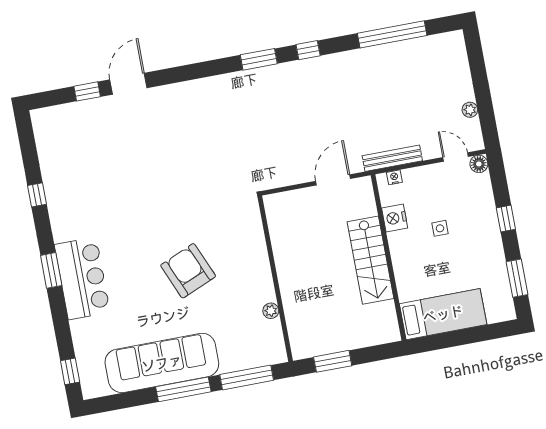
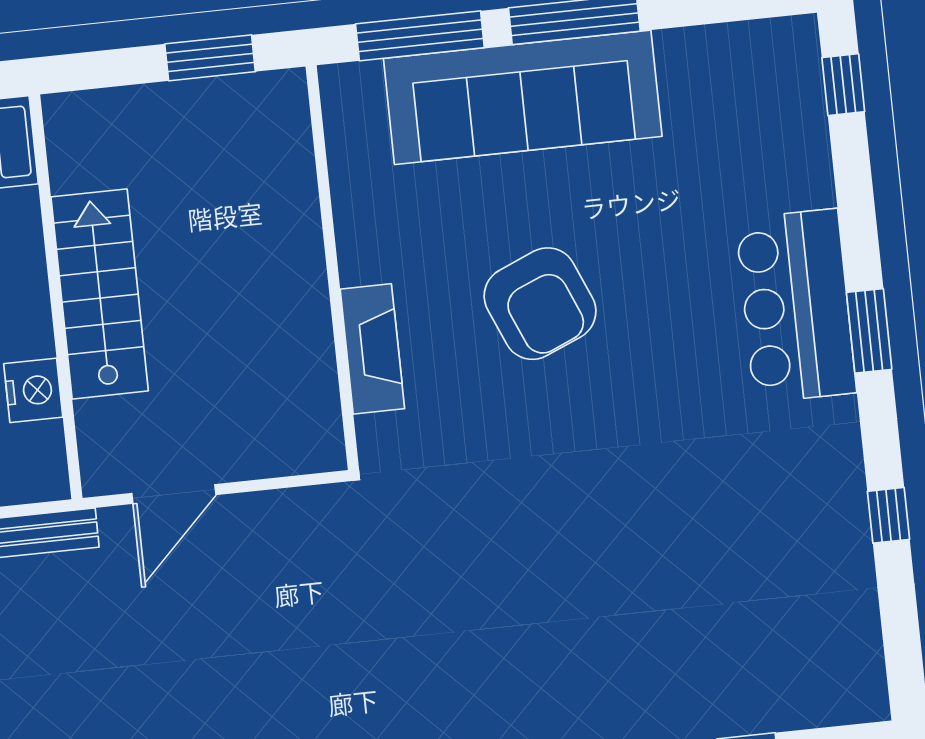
nightstand: (394, 177) -> (26, 488), removed
fireplace: (256, 246) -> (372, 349), added
plant: (271, 311) -> (349, 191), removed
sofa: (162, 363) -> (523, 97), moved

